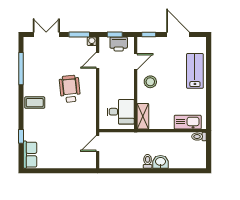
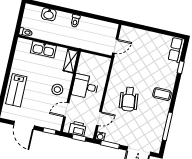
desk: (121, 112) -> (85, 86), moved
kitchen sink: (188, 122) -> (43, 49), moved
washbasin: (161, 162) -> (49, 14), moved

